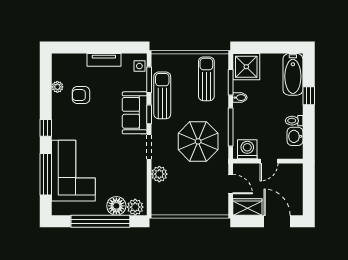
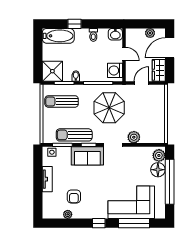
washbasin: (295, 136) -> (115, 34), moved
plant: (297, 195) -> (150, 33), added

